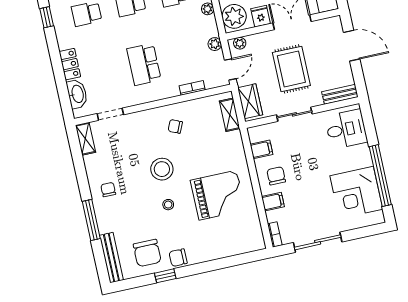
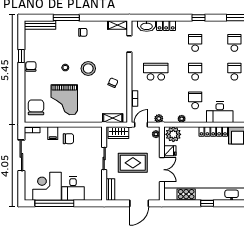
door: (230, 69) -> (141, 125), swing flipped
desk: (346, 129) -> (73, 189), moved
filing cabinet: (261, 149) -> (87, 133), removed
chair: (147, 253) -> (36, 107), moved, turned 90

